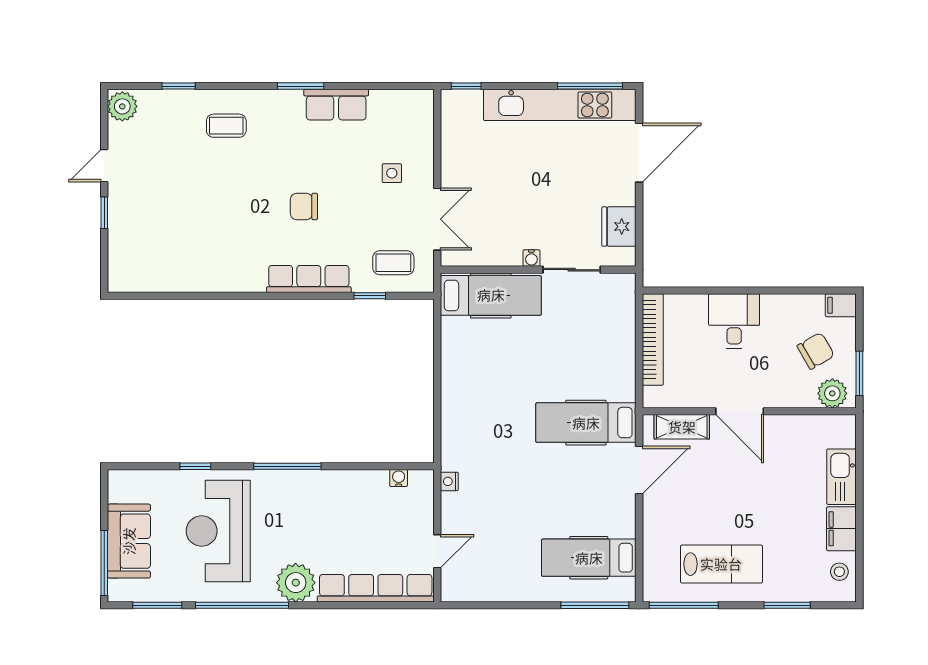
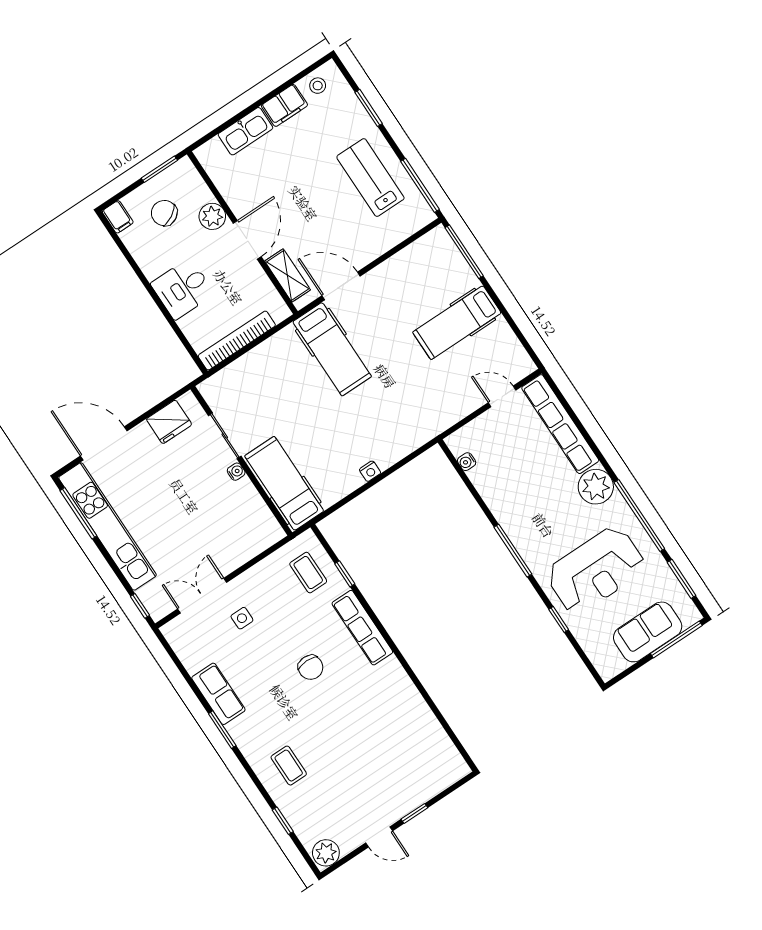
double door: (437, 219) -> (202, 596), moved
plant: (832, 393) -> (212, 216), moved
nightstand: (449, 481) -> (370, 471), moved
hospital bed: (589, 558) -> (457, 323), moved, turned 90

